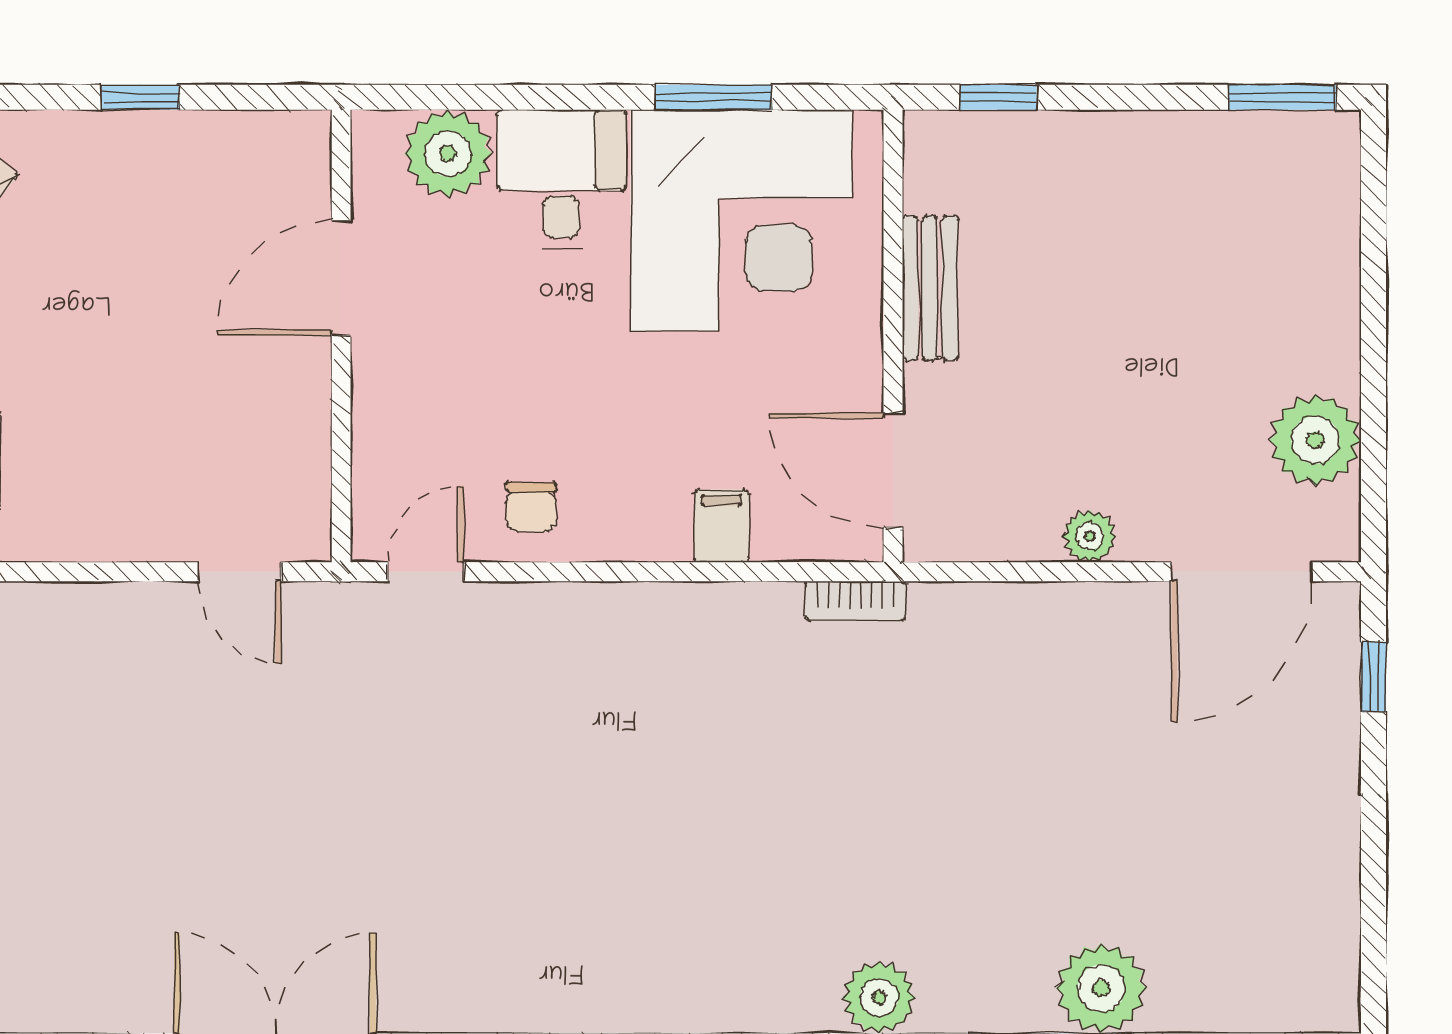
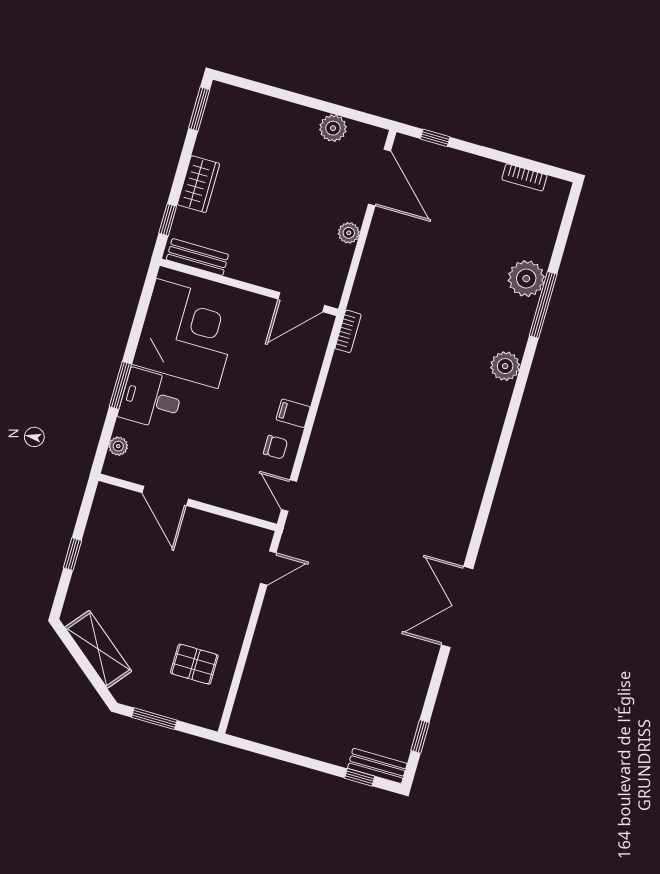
window: (713, 97) -> (120, 385), moved
wardrobe: (1104, 147) -> (199, 184), added
plant: (448, 154) -> (118, 446), width x0.53, depth x0.53
bench: (930, 288) -> (197, 257), moved
plant: (1315, 440) -> (333, 128), width x0.73, depth x0.73
filing cabinet: (721, 526) -> (293, 413), moved
bookcase: (1340, 916) -> (524, 177), added

